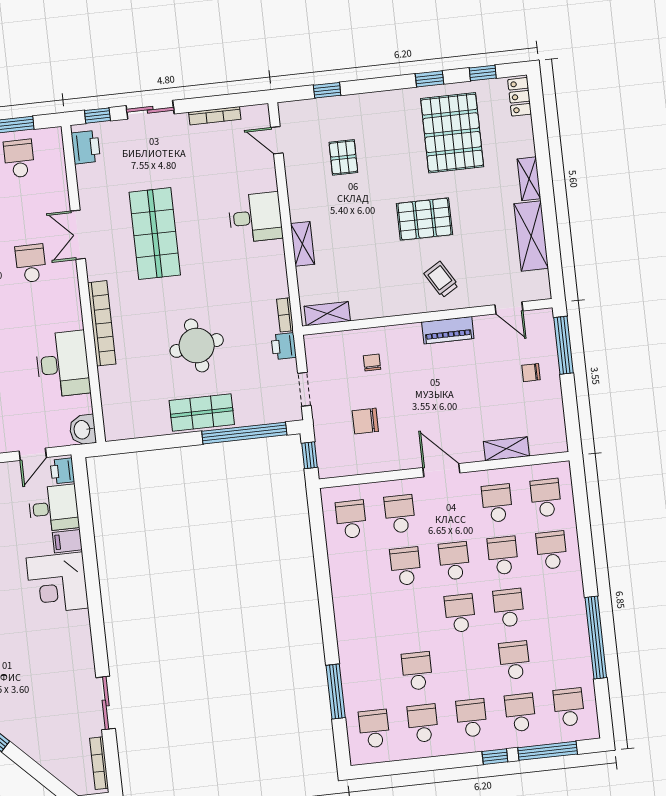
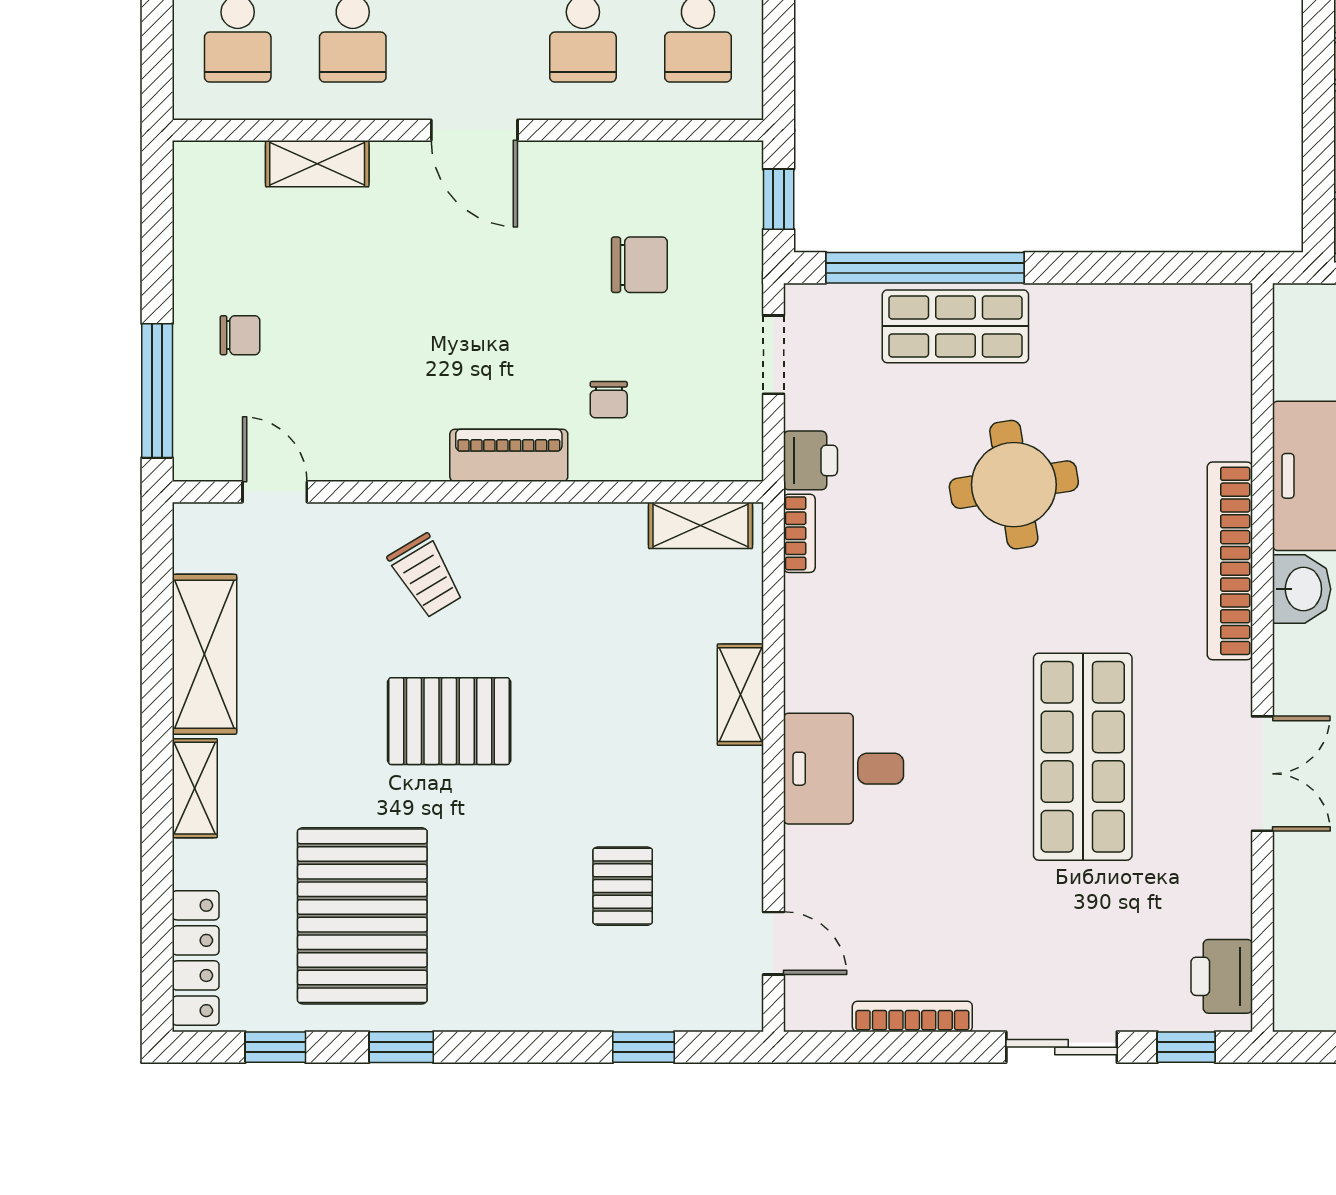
locker: (520, 97) -> (196, 958), width x1.53
piano: (448, 330) -> (509, 455), moved
shop shelf: (202, 413) -> (955, 326), moved
washbasin: (83, 430) -> (1302, 589), moved

